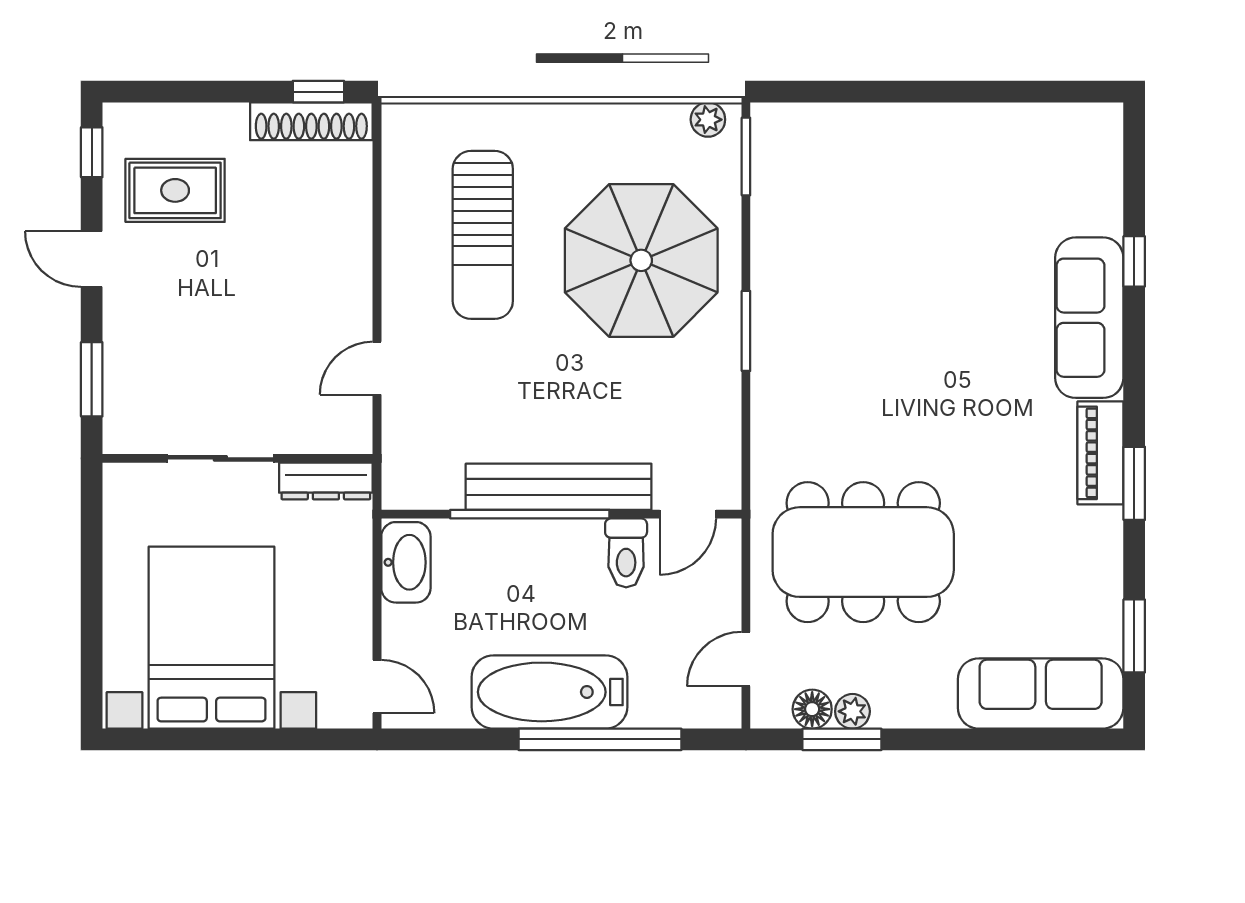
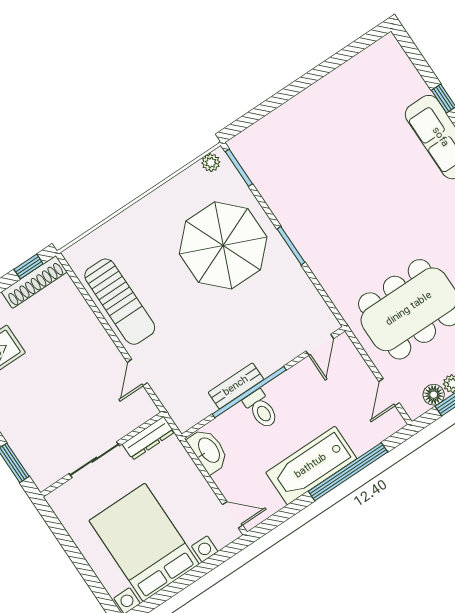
sun lounger: (483, 235) -> (120, 302), moved
bench: (559, 487) -> (236, 386), width x0.54, depth x0.82
toilet: (626, 553) -> (261, 409), moved

